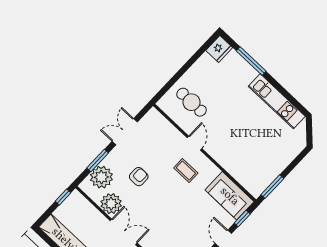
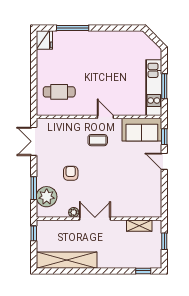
kitchen unit: (277, 101) -> (154, 88), moved, turned 90
double door: (125, 132) -> (34, 141), moved
door: (194, 143) -> (105, 117), moved
window: (272, 187) -> (164, 86), moved
plant: (111, 204) -> (74, 212), width x0.53, depth x0.53

